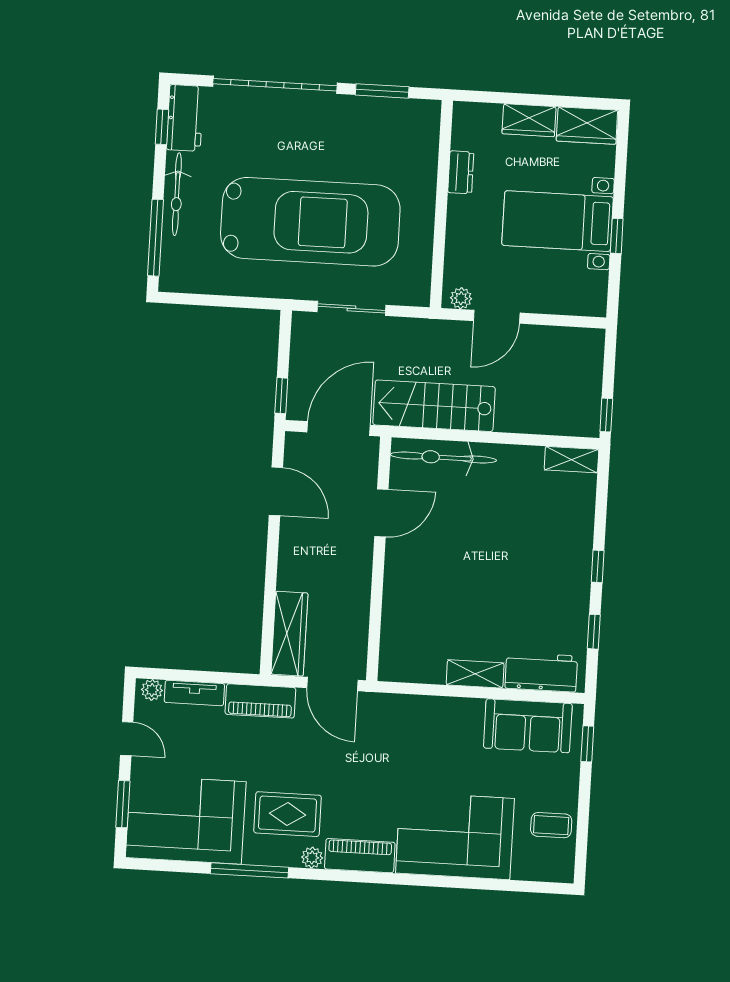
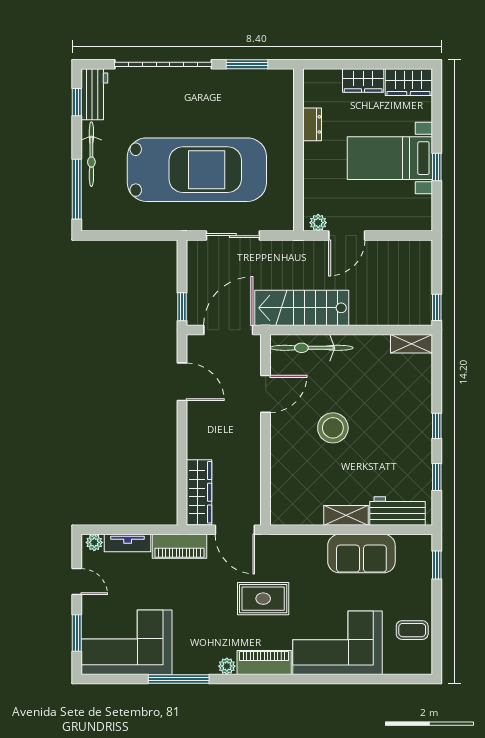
stool: (465, 561) -> (333, 428), added
sofa: (528, 726) -> (361, 554), moved
rug: (288, 814) -> (263, 599), moved

